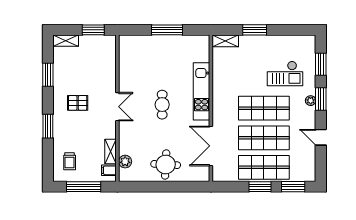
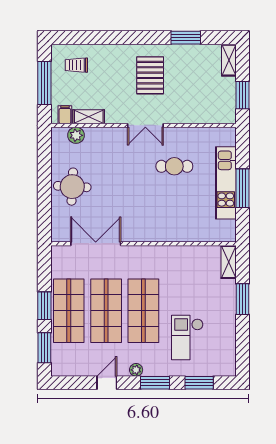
kitchen unit: (201, 91) -> (226, 183), moved, turned -90
plant: (311, 101) -> (136, 370), moved
pallet: (78, 103) -> (150, 75), width x1.50, depth x1.42
cafe table: (162, 105) -> (174, 166), moved
window: (48, 126) -> (121, 38), removed

